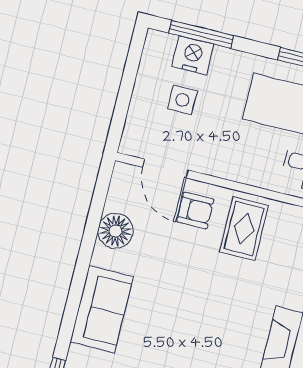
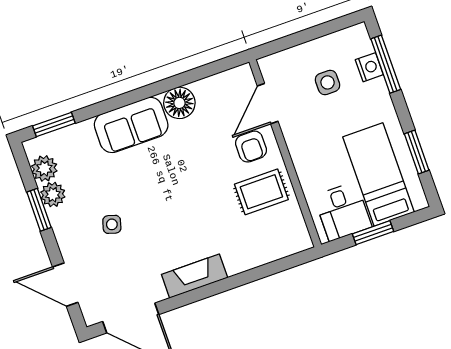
nightstand: (193, 55) -> (369, 67), width x0.74, depth x0.75
floor lamp: (116, 231) -> (179, 103), moved

